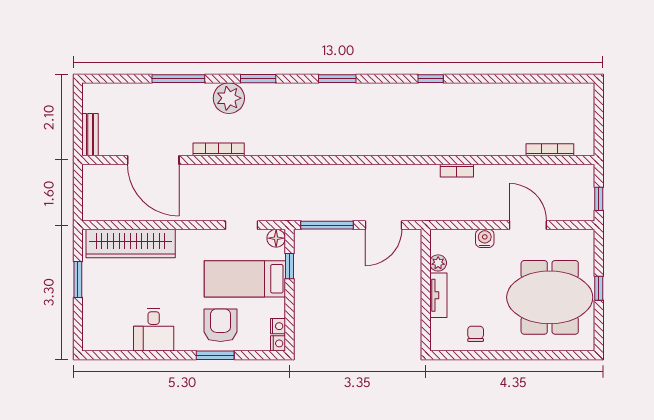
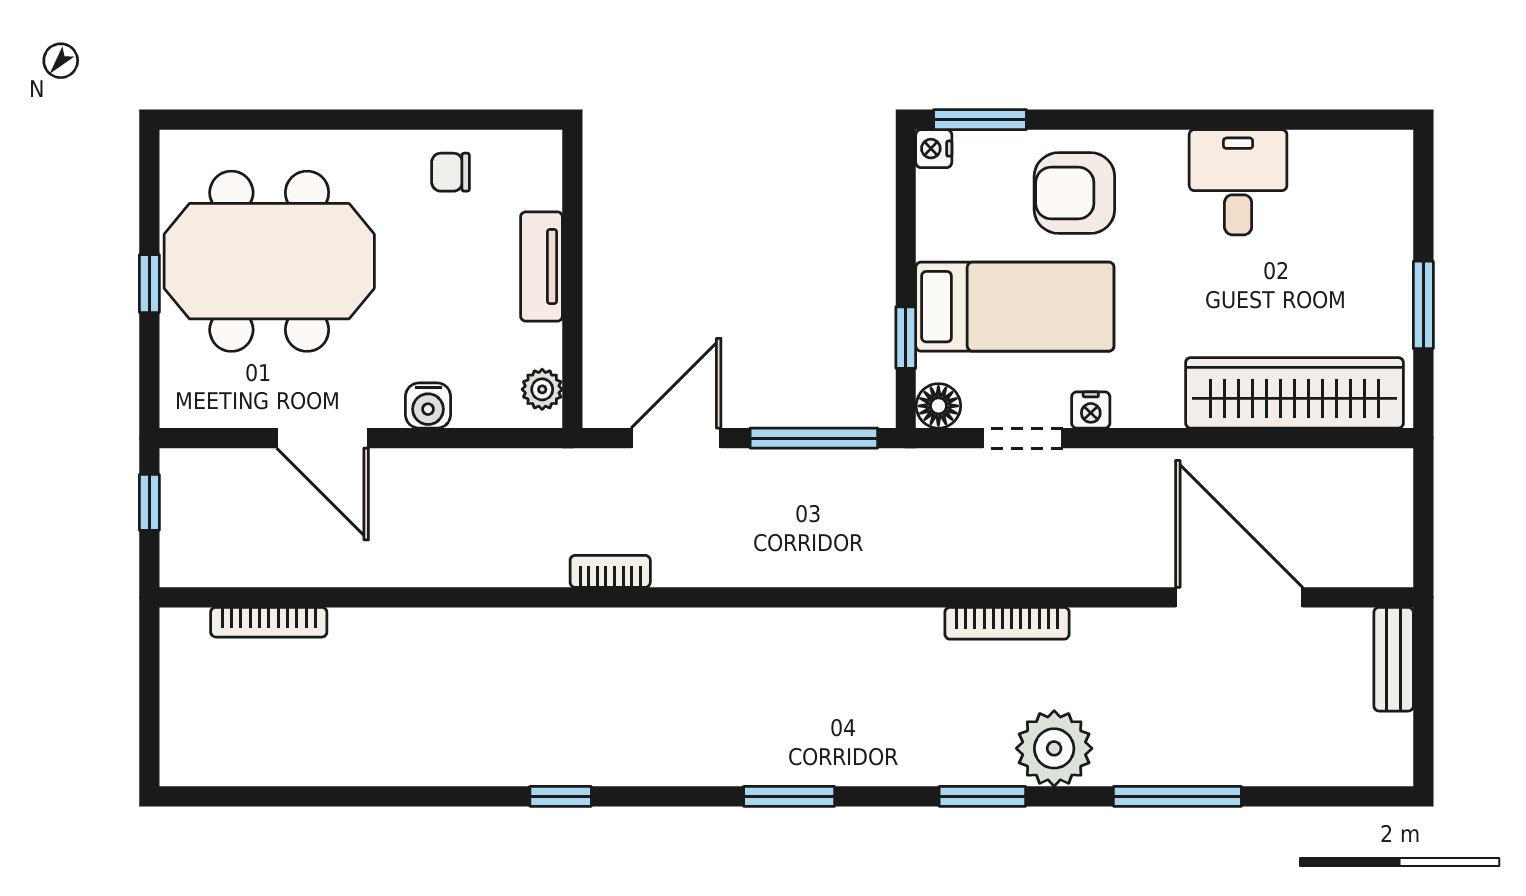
bookcase: (219, 149) -> (1007, 623), moved
bookcase: (457, 171) -> (610, 571), moved
plant: (438, 263) -> (542, 389), moved
armchair: (221, 325) -> (1074, 193), turned 90
nightstand: (278, 326) -> (1091, 410), moved, turned -90
chair: (476, 334) -> (451, 172), turned 90
window: (215, 355) -> (980, 120), moved

